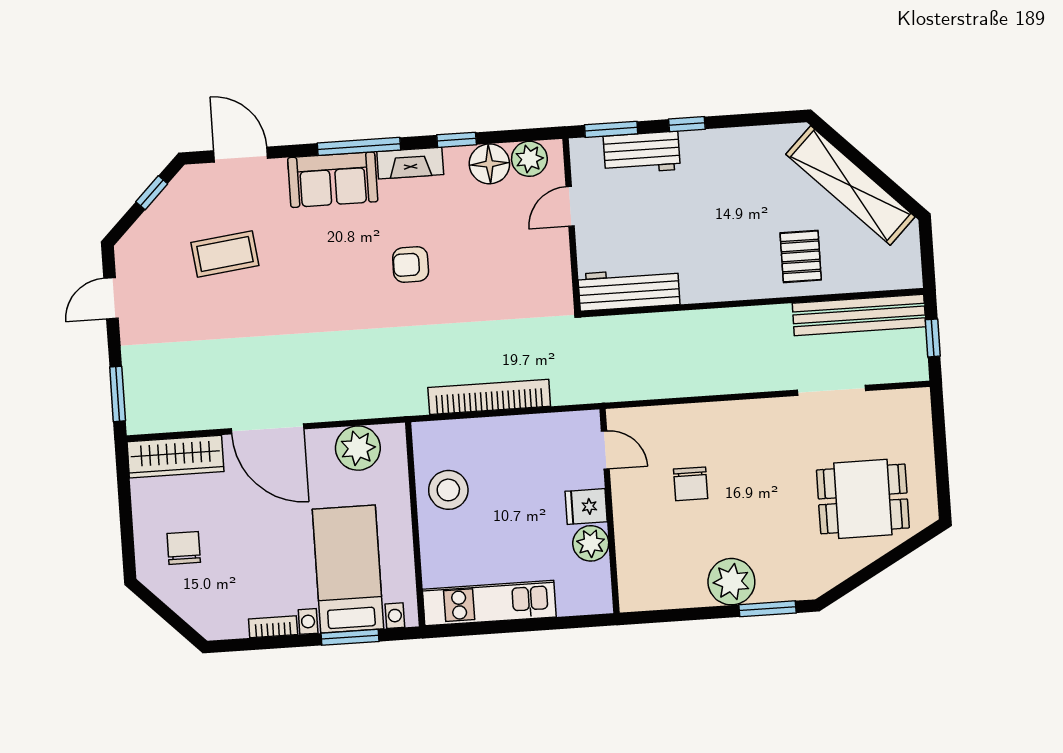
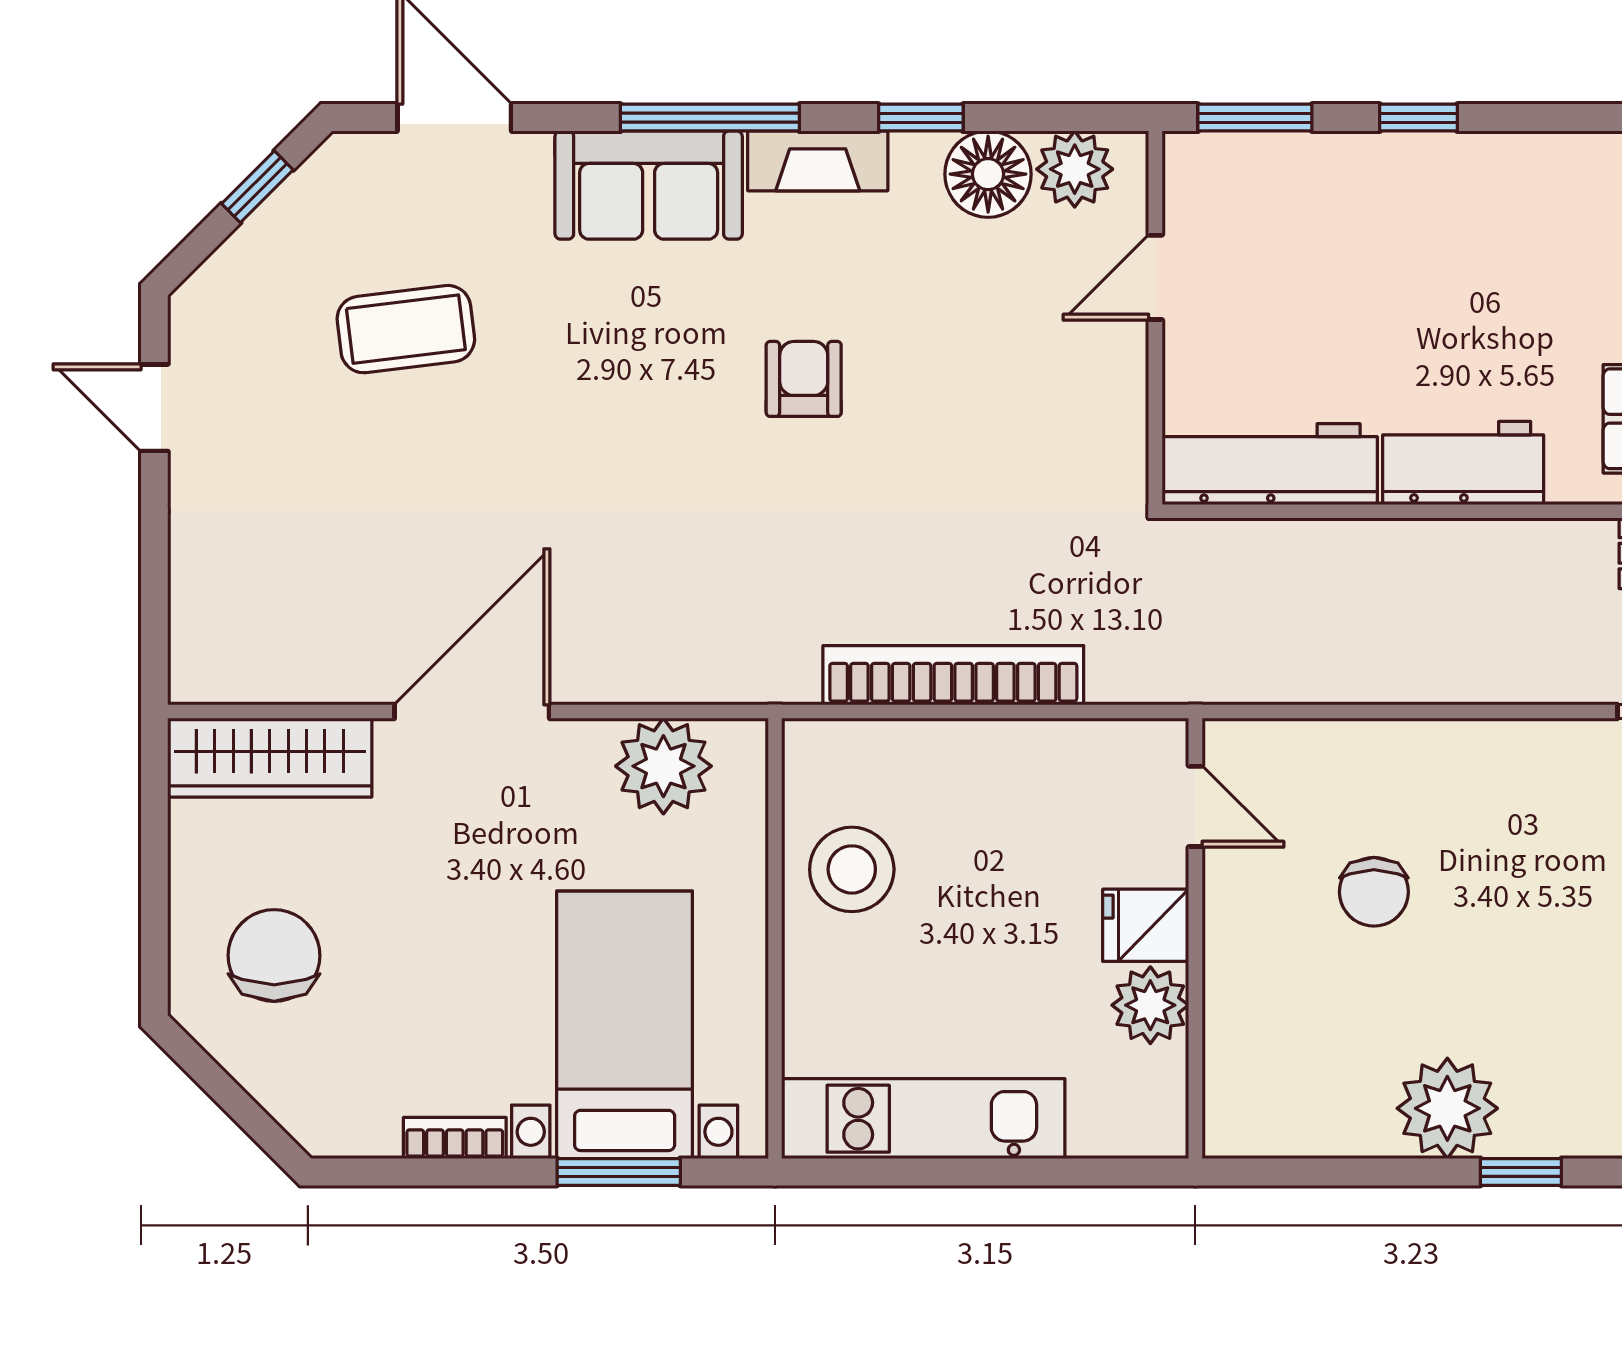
workbench: (642, 153) -> (1463, 463), moved, turned 180
armchair: (411, 264) -> (804, 379), turned 90
door: (111, 298) -> (154, 408), hinge flipped
window: (118, 394) -> (154, 614), removed
door: (268, 429) -> (472, 711), swing flipped
chair: (184, 548) -> (274, 956), width x1.37, depth x1.37
window: (767, 609) -> (1521, 1172), width x0.67

